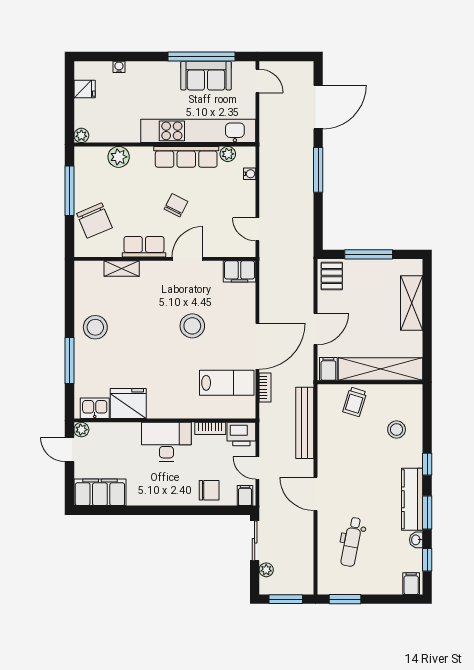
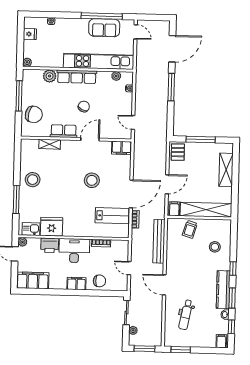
row of seats: (186, 157) -> (77, 77), moved
chair: (94, 221) -> (34, 114), turned -53
printer: (241, 434) -> (50, 245), moved
filing cabinet: (245, 496) -> (76, 284), moved, width x2.00

